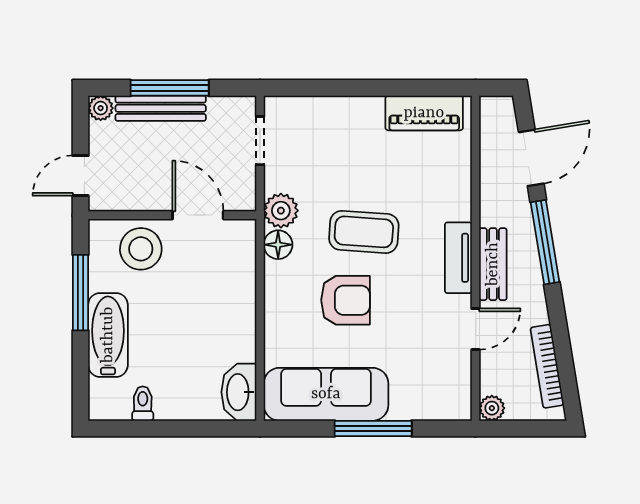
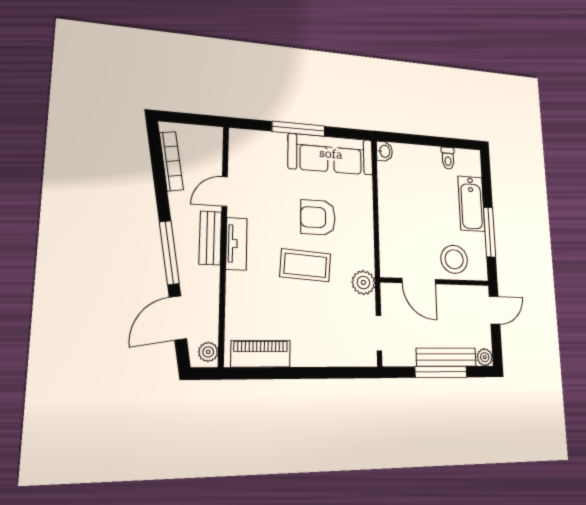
floor lamp: (278, 245) -> (365, 259), removed
washbasin: (239, 392) -> (384, 151), width x0.52, depth x0.69
plant: (492, 408) -> (208, 352), moved

